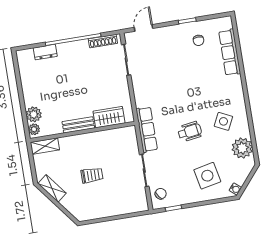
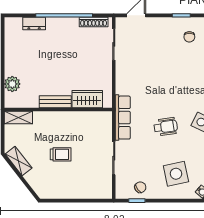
plant: (34, 129) -> (10, 99), removed
chair: (161, 194) -> (140, 187), moved

